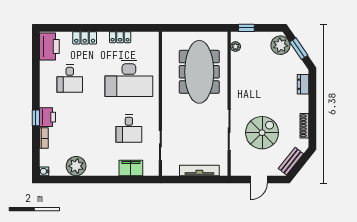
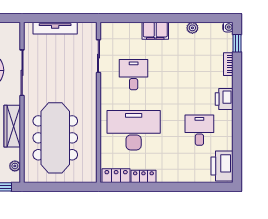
locker: (85, 38) -> (116, 176), moved
wardrobe: (238, 82) -> (12, 126), added
printer: (48, 117) -> (224, 99), moved
window: (36, 118) -> (237, 43), moved
plant: (76, 166) -> (192, 28), width x0.53, depth x0.53
filing cabinet: (131, 168) -> (155, 31), moved

